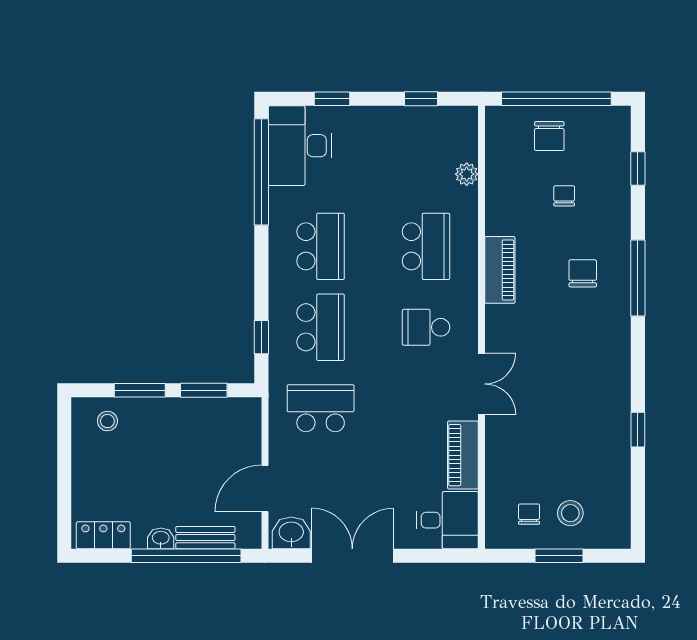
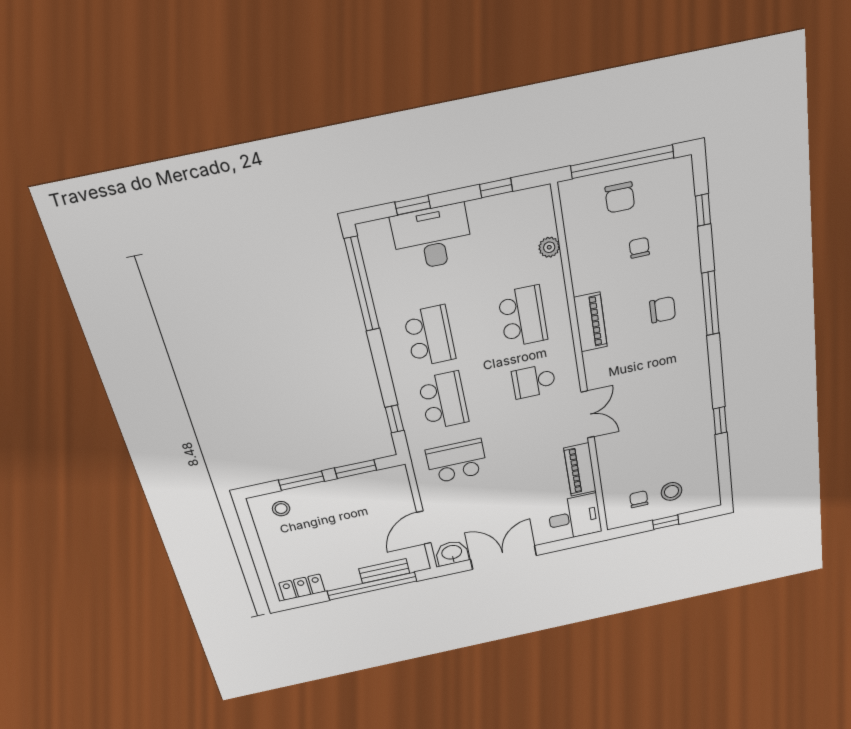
desk: (300, 146) -> (432, 238), moved, turned 90
chair: (583, 273) -> (663, 310), turned 90
washbasin: (161, 538) -> (349, 579), removed
window: (559, 556) -> (666, 522), width x0.67

